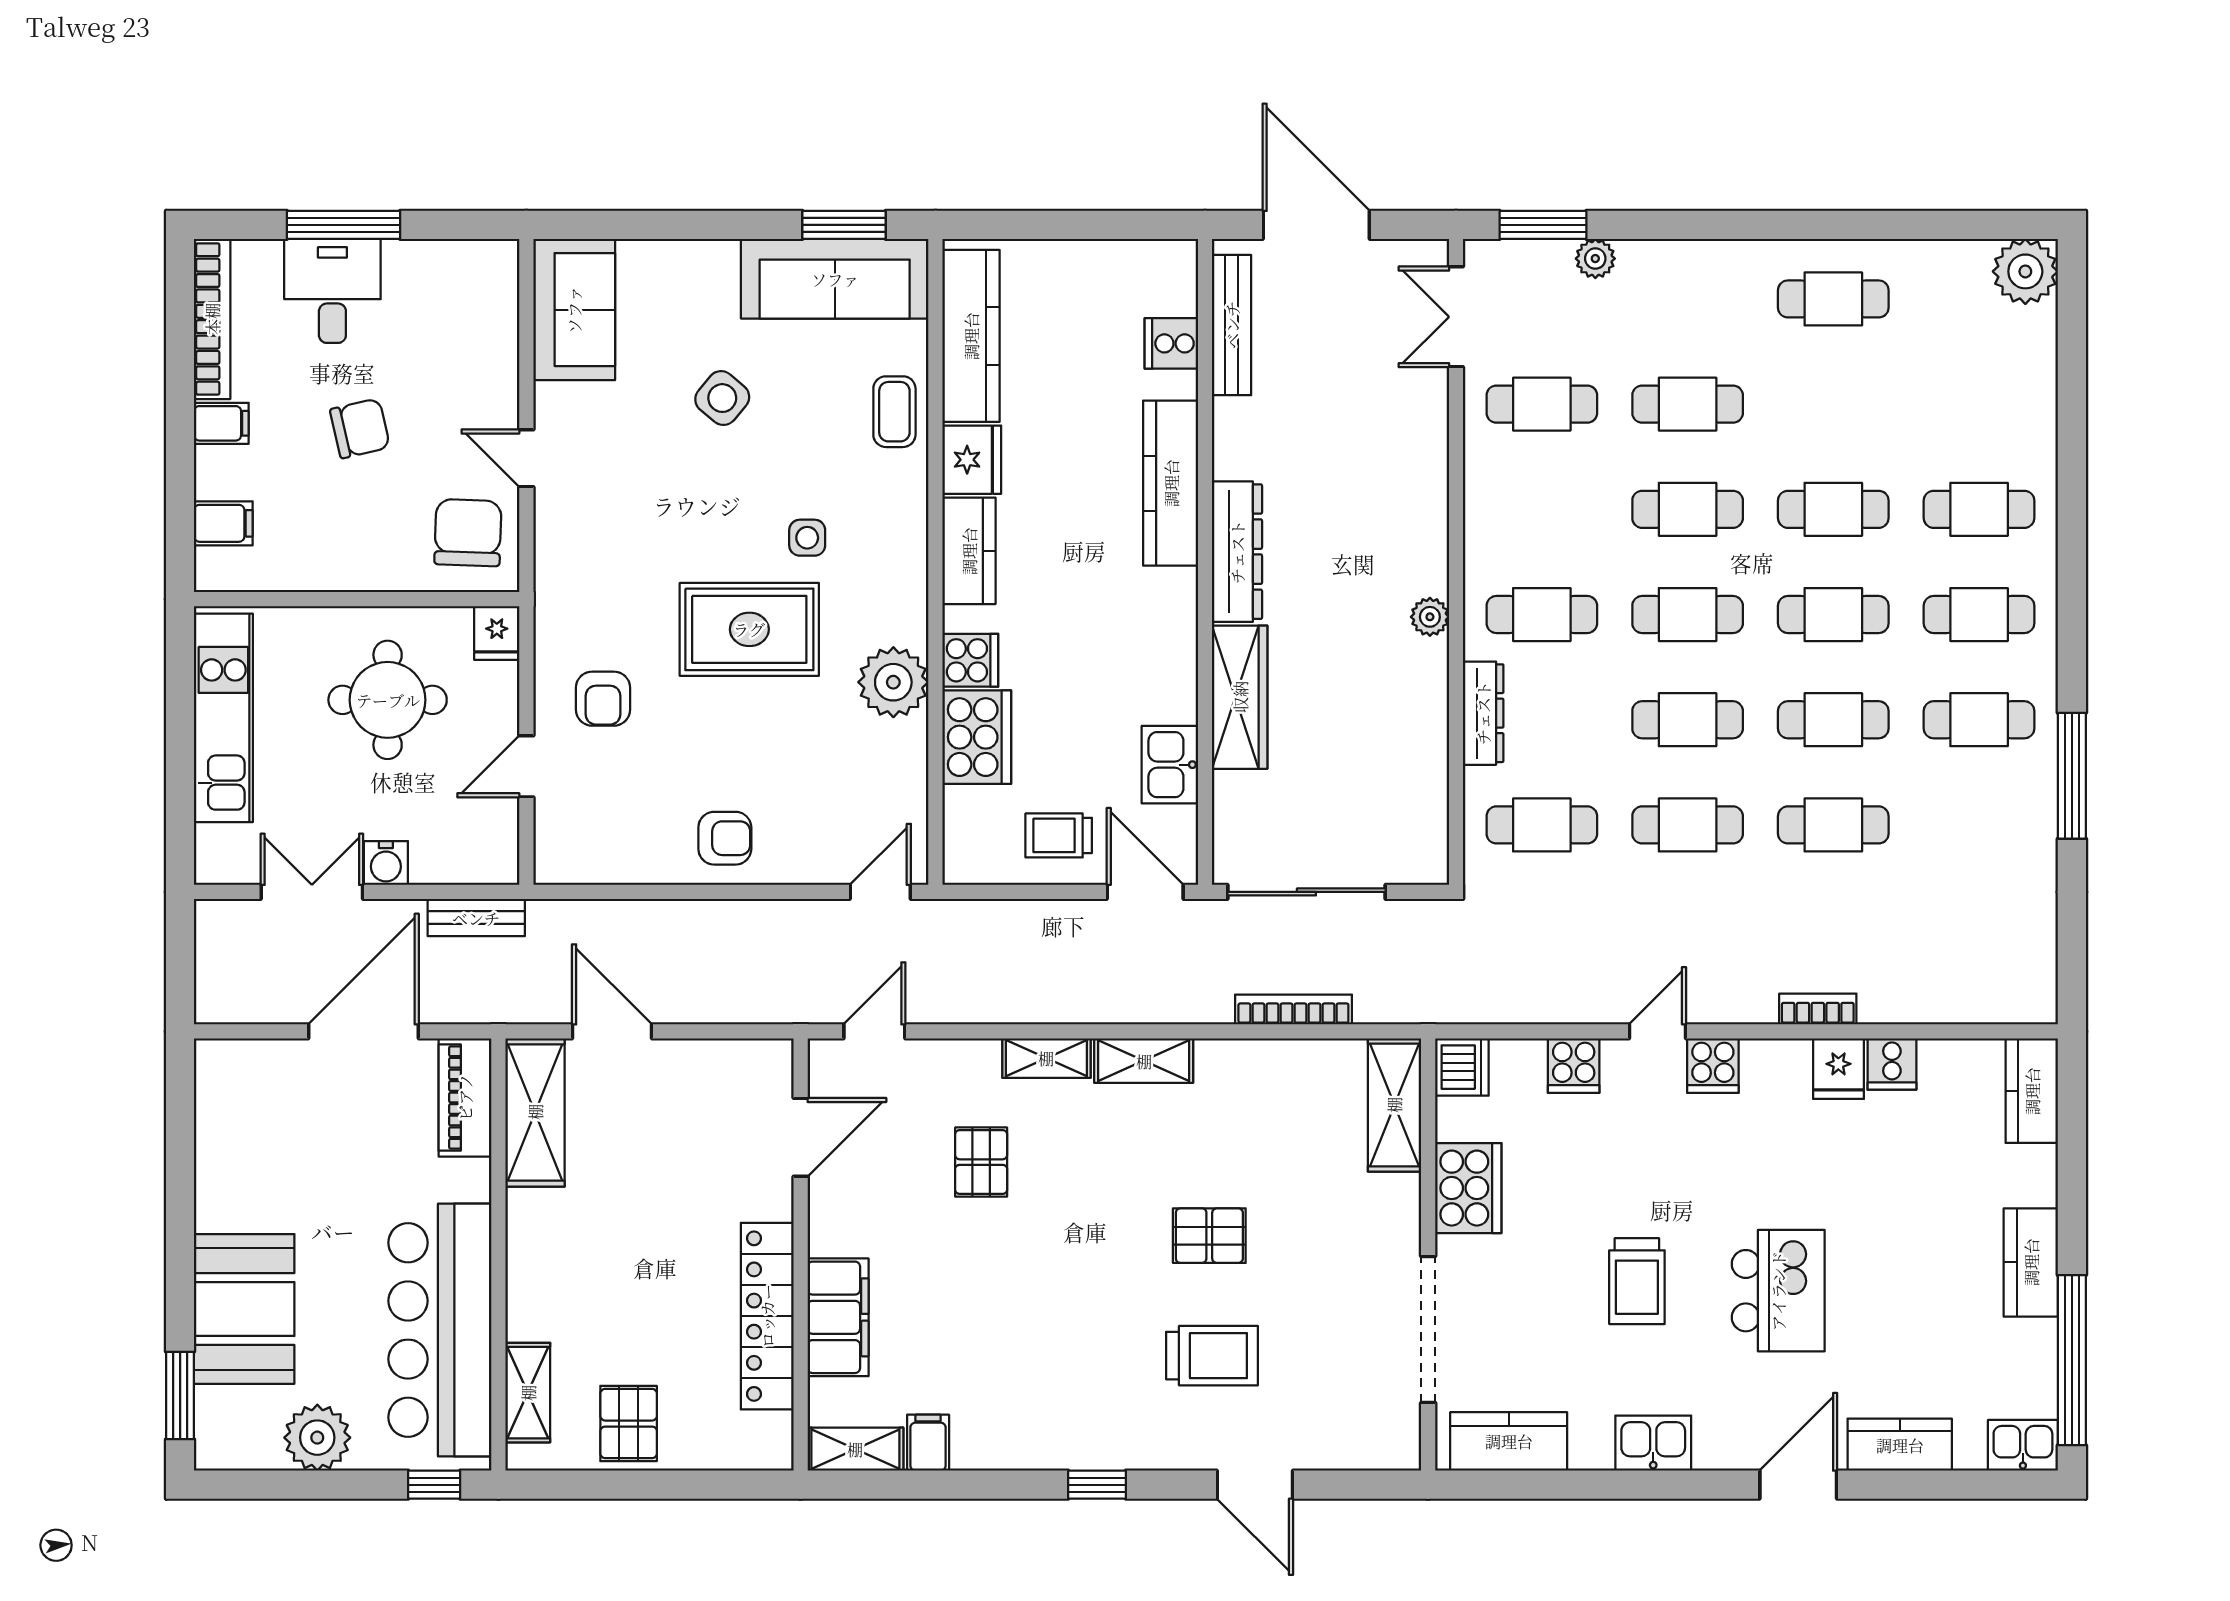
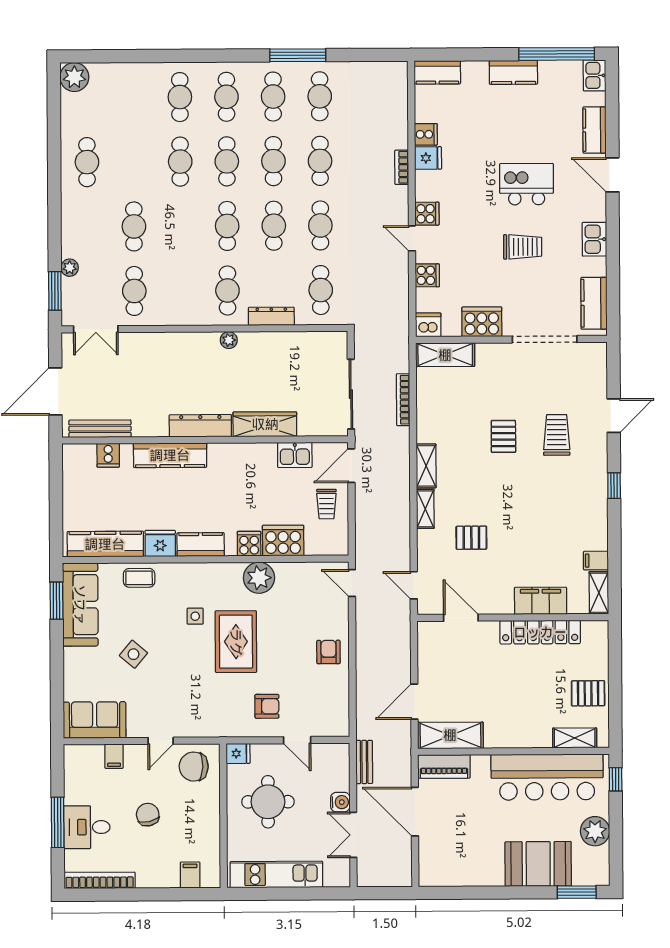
filing cabinet: (221, 423) -> (114, 756), moved, turned 180
cafe table: (1688, 509) -> (320, 96), moved

